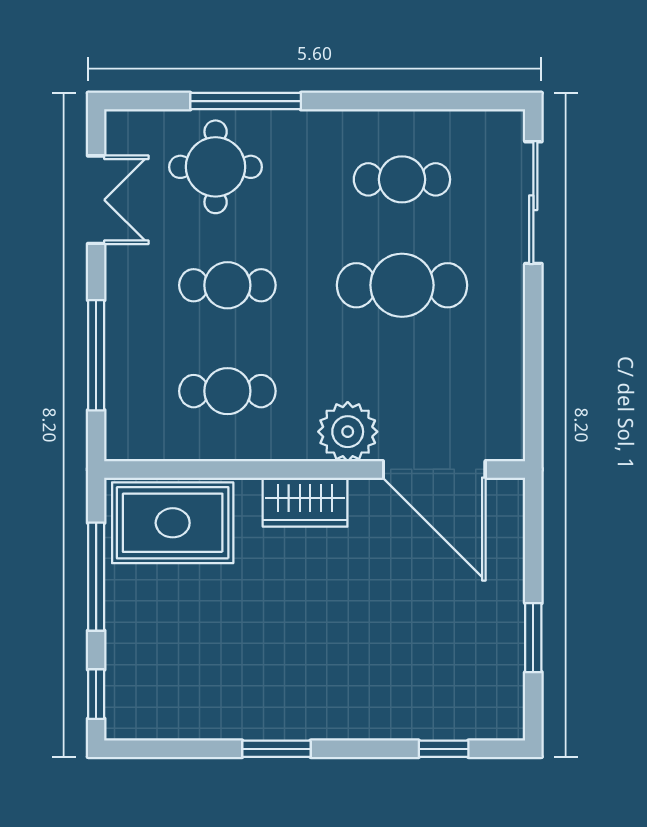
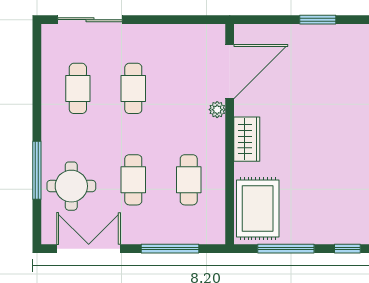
double door: (96, 200) -> (89, 249), width x1.37
cafe table: (402, 285) -> (133, 88), width x0.73, depth x0.74
plant: (348, 432) -> (217, 110), width x0.53, depth x0.53

